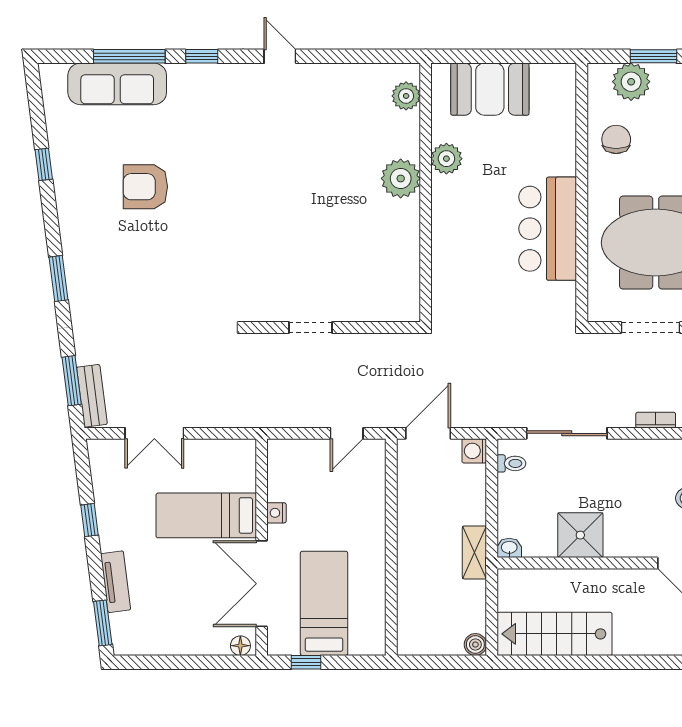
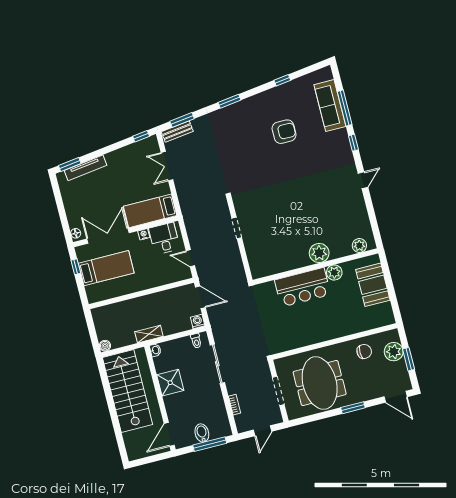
armchair: (145, 187) -> (284, 132), turned 90
bar counter: (548, 229) -> (303, 287), moved, turned 180
desk: (295, 474) -> (164, 238), added
bed: (206, 515) -> (150, 211), moved, turned -90
window: (89, 520) -> (141, 136), moved
tv unit: (116, 582) -> (85, 168), width x1.41
stairs: (555, 634) -> (128, 391), width x1.36, depth x1.51

